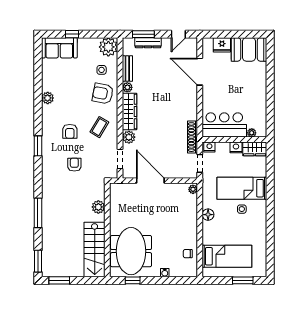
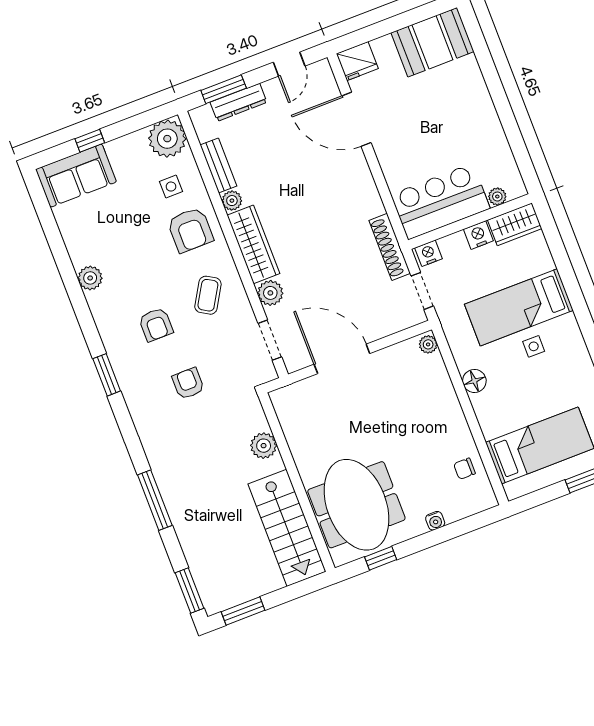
fridge: (222, 45) -> (357, 61), moved
armchair: (103, 93) -> (190, 230), turned -101

